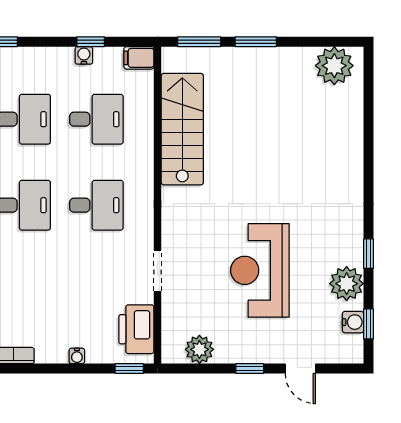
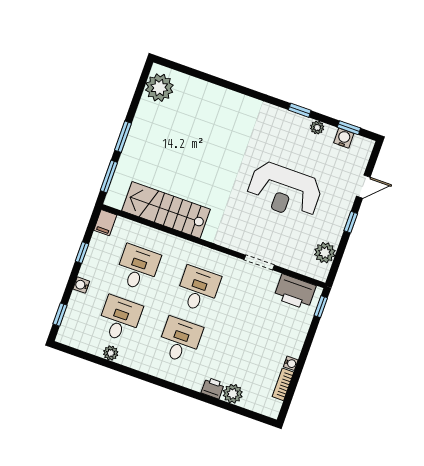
water cooler: (84, 55) -> (81, 285), moved
plant: (347, 284) -> (317, 128), width x0.53, depth x0.53
water cooler: (77, 356) -> (291, 363), moved

